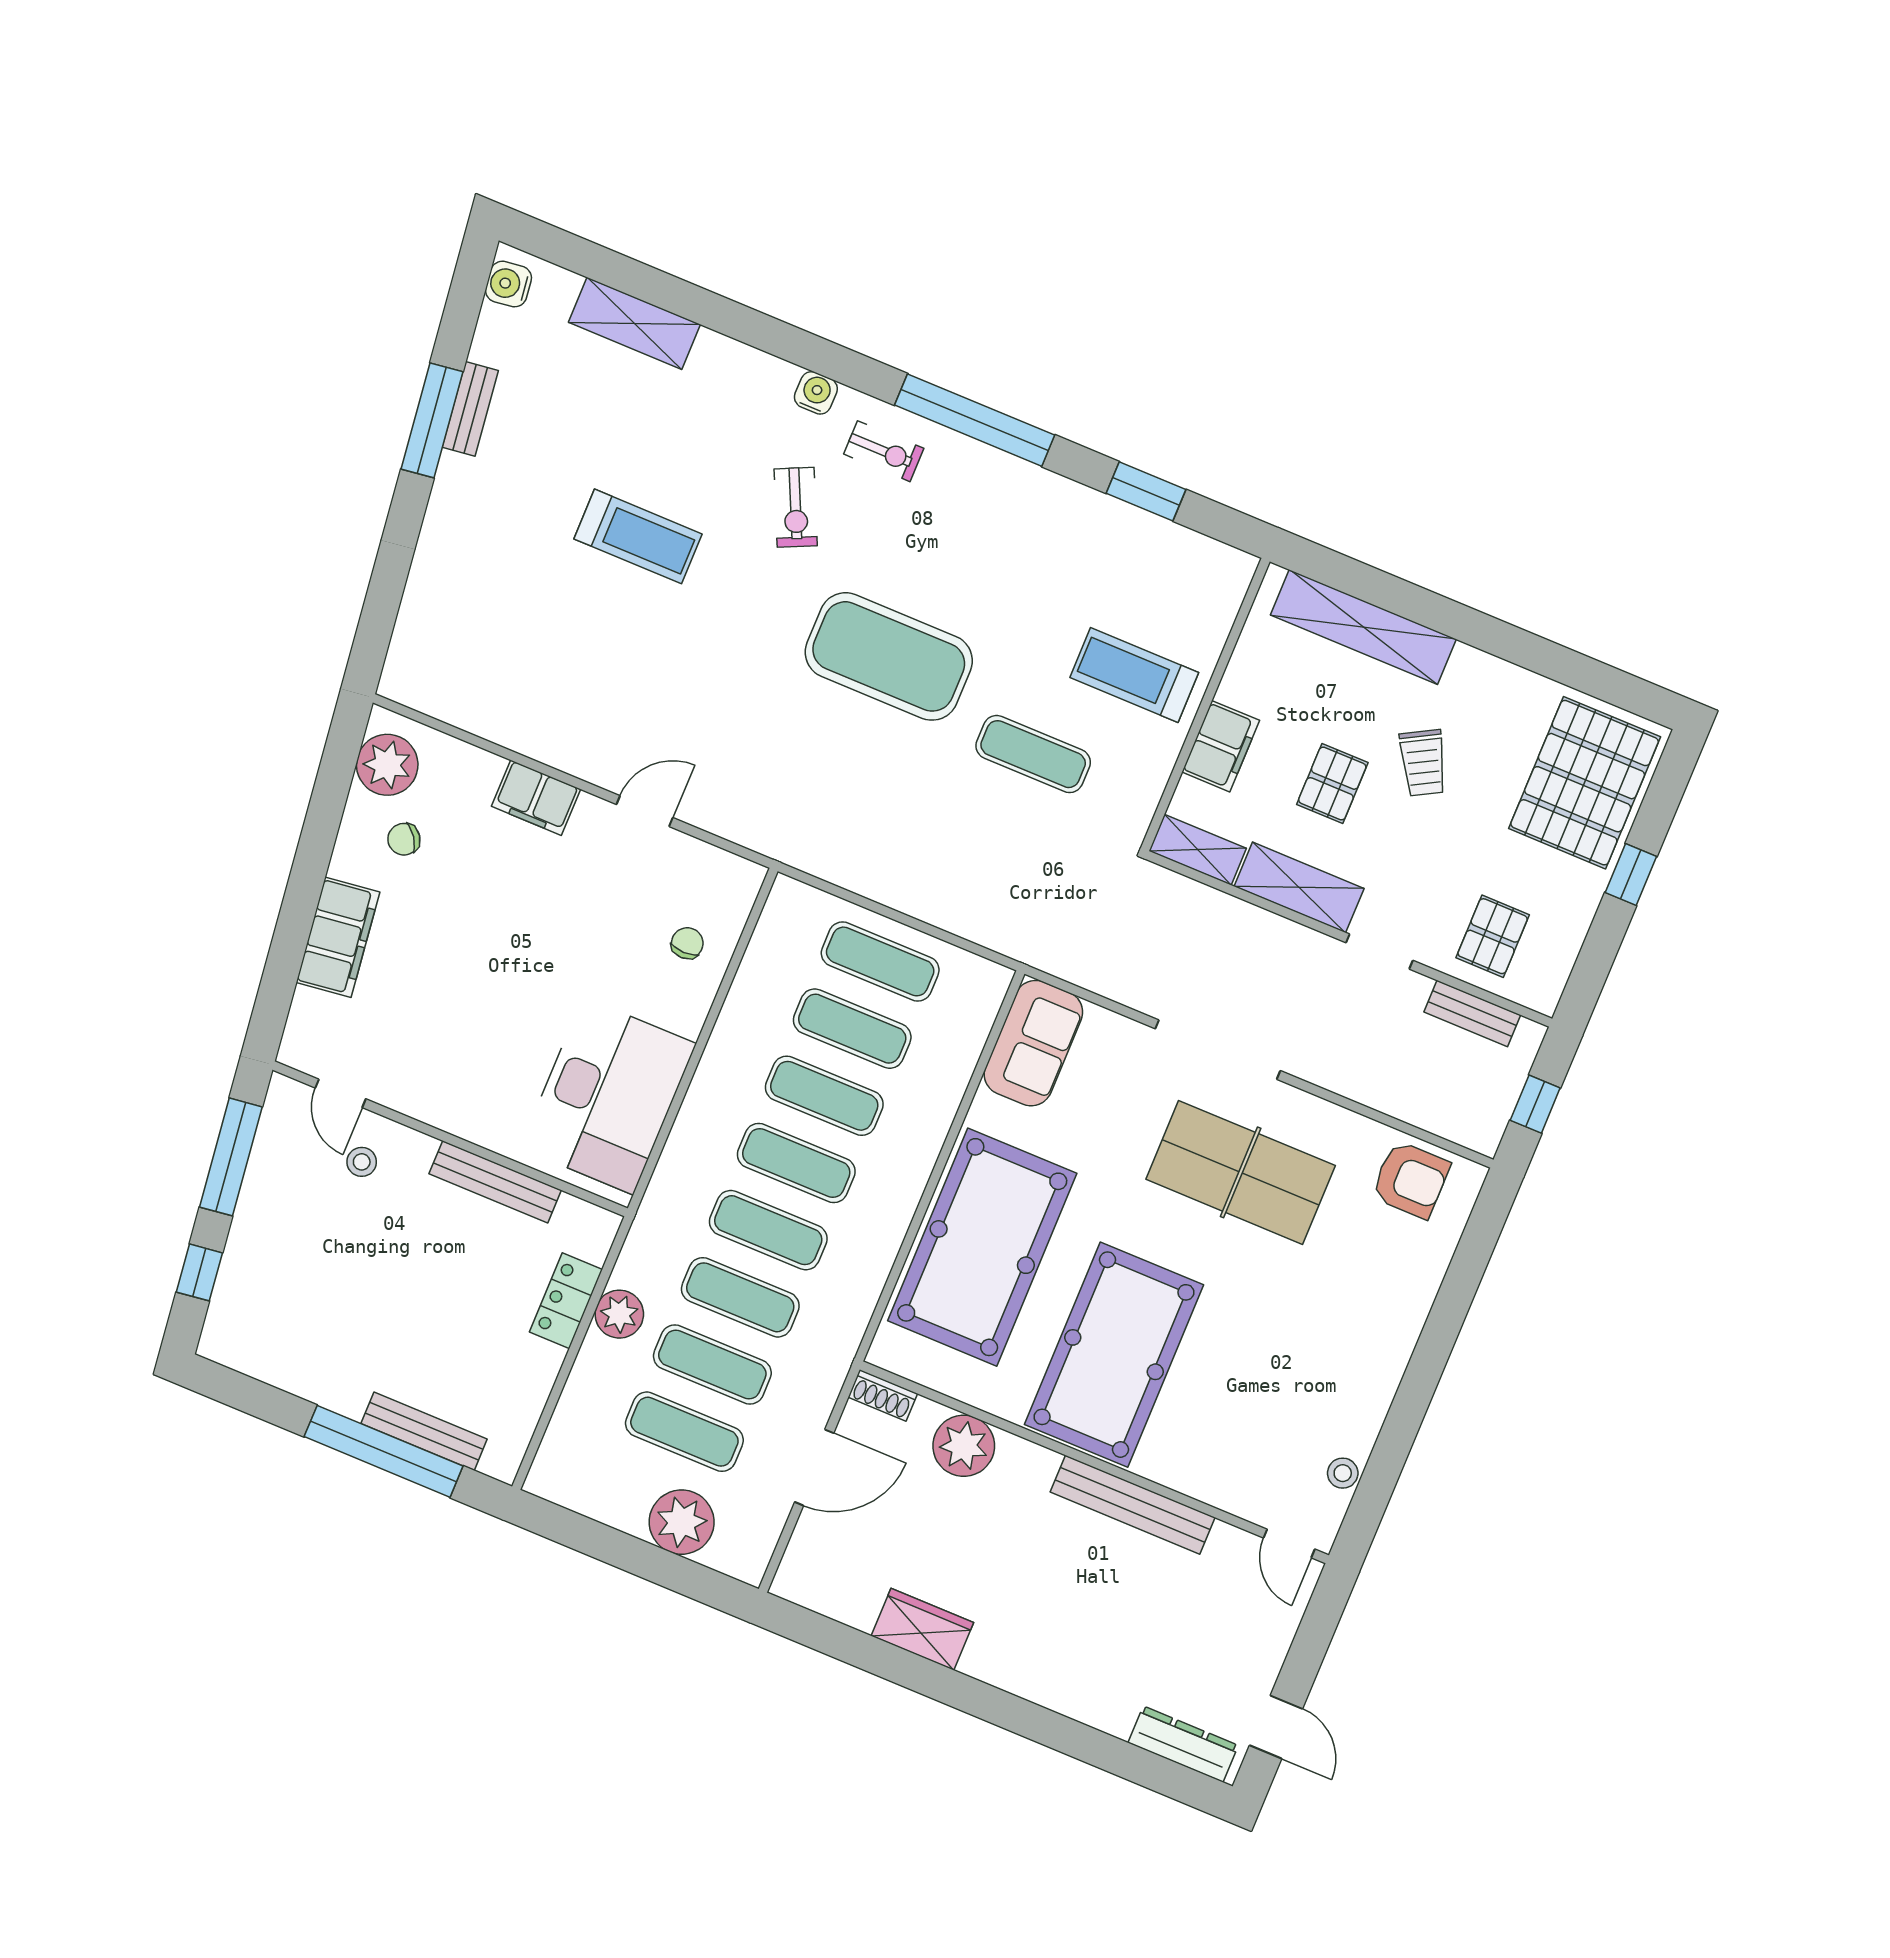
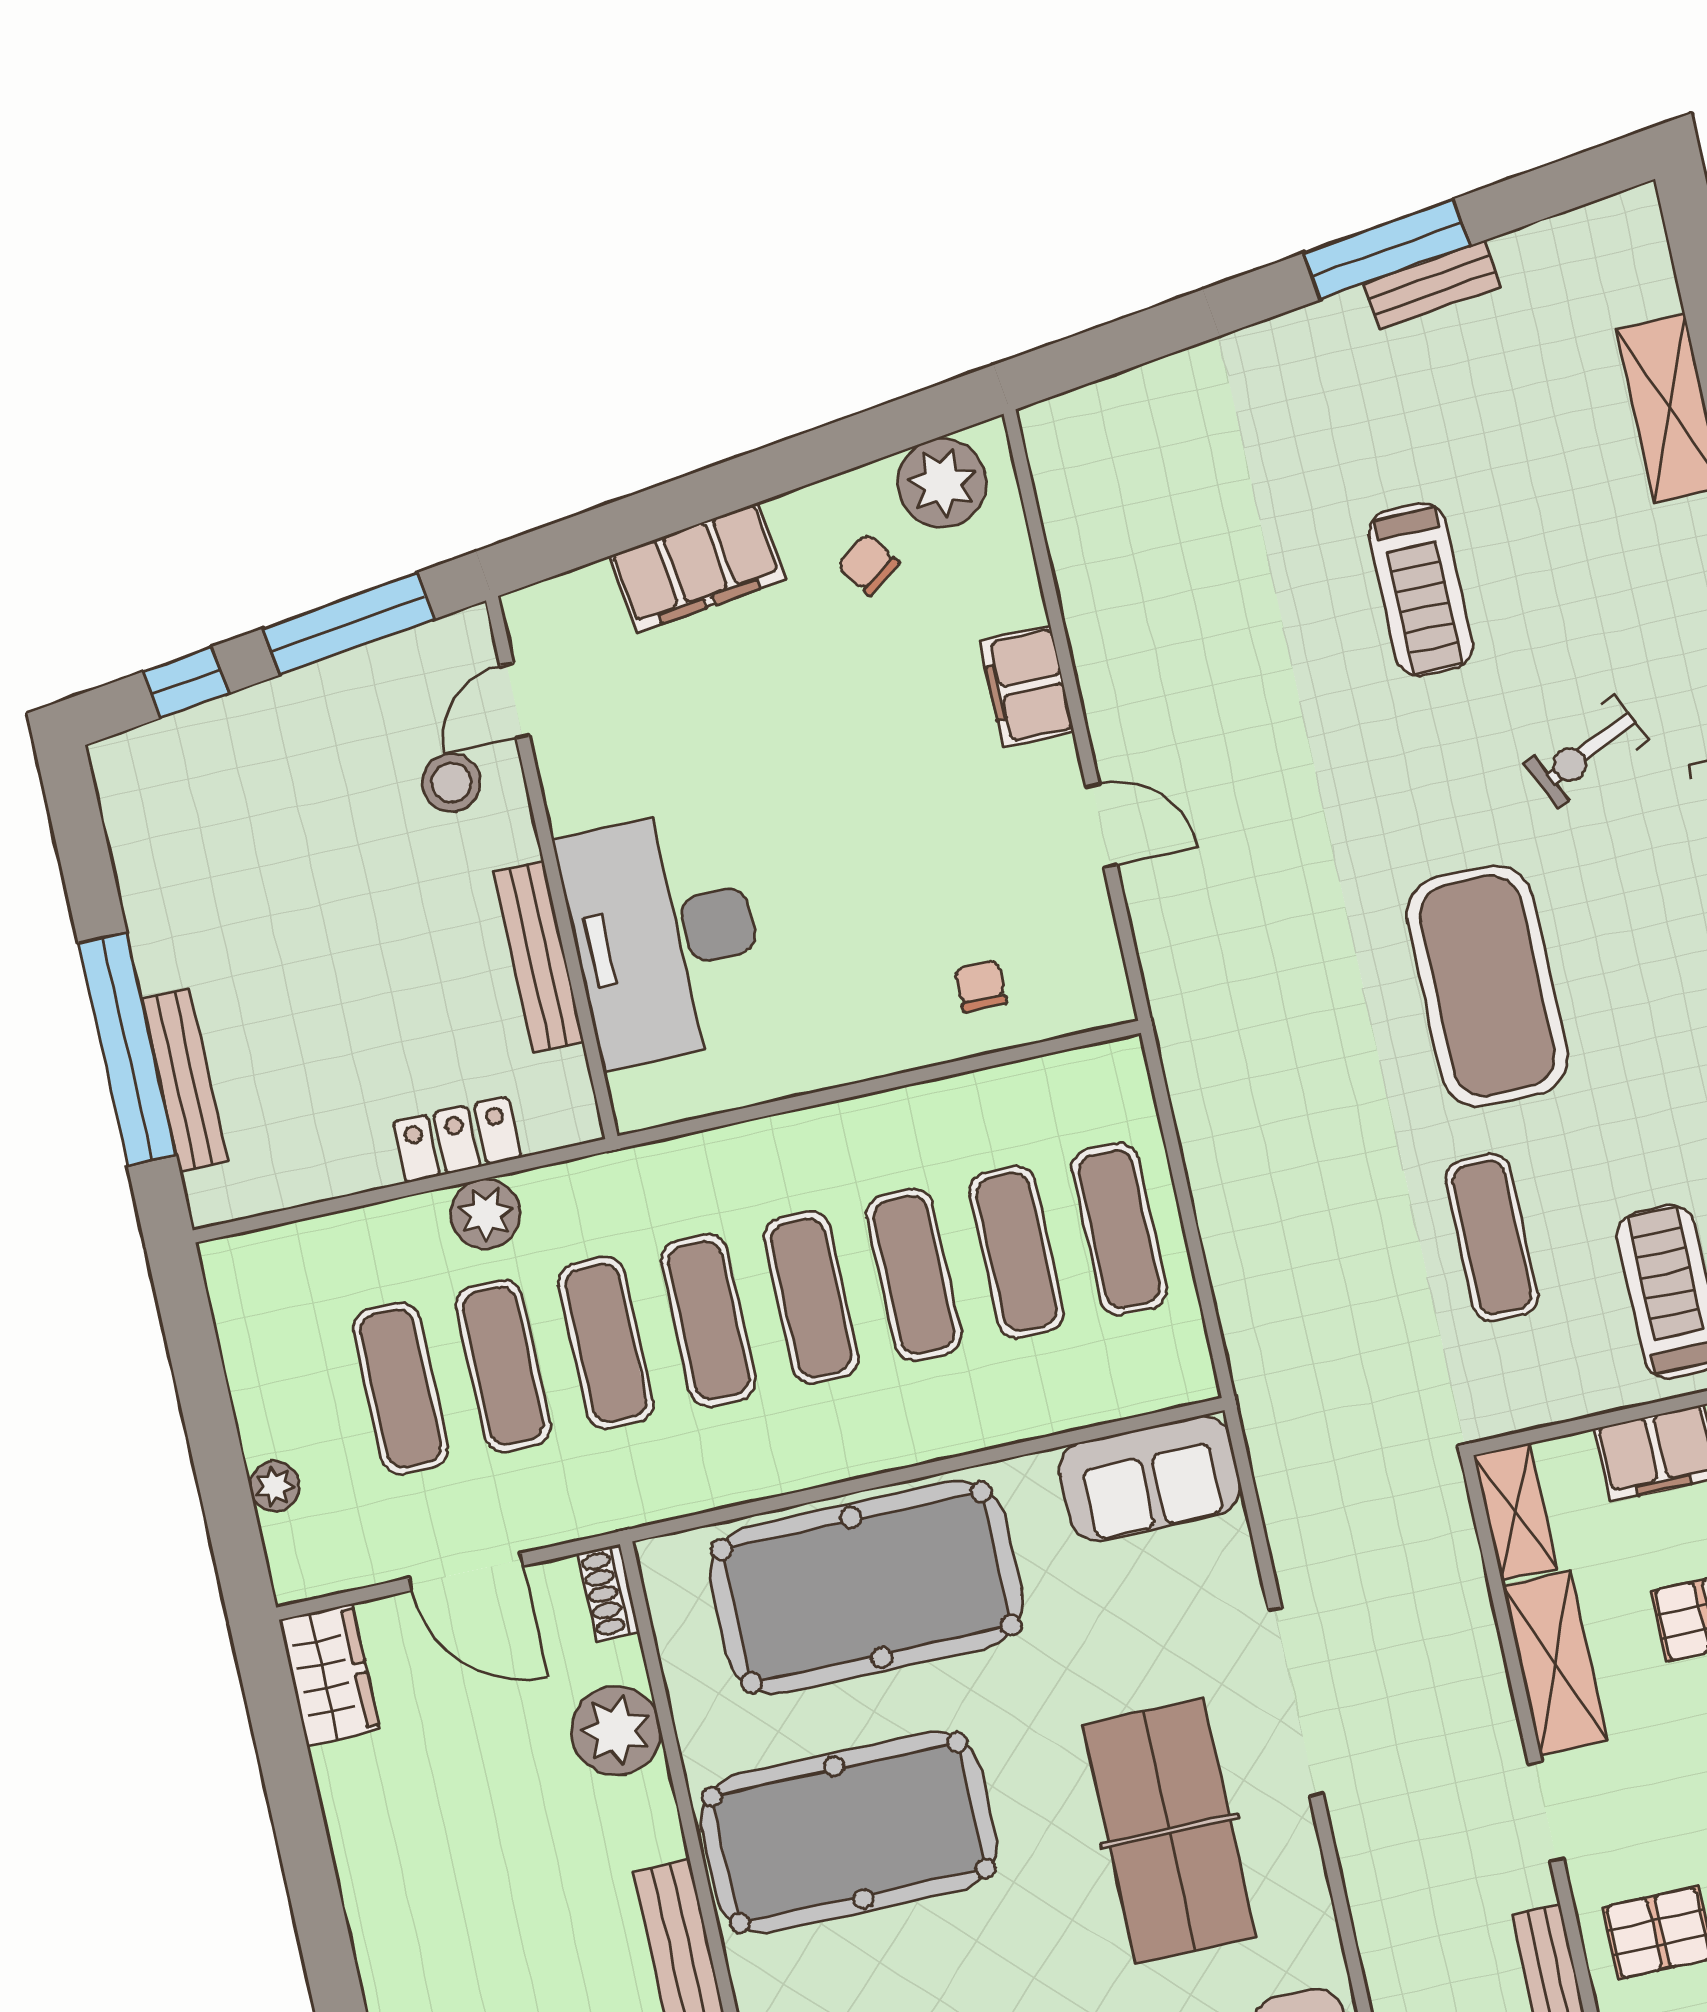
water cooler: (508, 284) -> (1612, 227), removed
chair: (687, 943) -> (981, 986), turned -90
desk: (608, 1096) -> (664, 937), moved, turned 90
stool: (362, 1162) -> (451, 783), width x1.37, depth x1.37
plant: (682, 1522) -> (275, 1486), width x0.53, depth x0.53
wardrobe: (922, 1629) -> (329, 1675), moved

